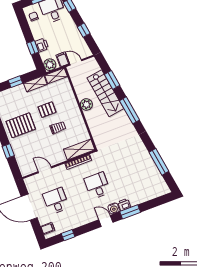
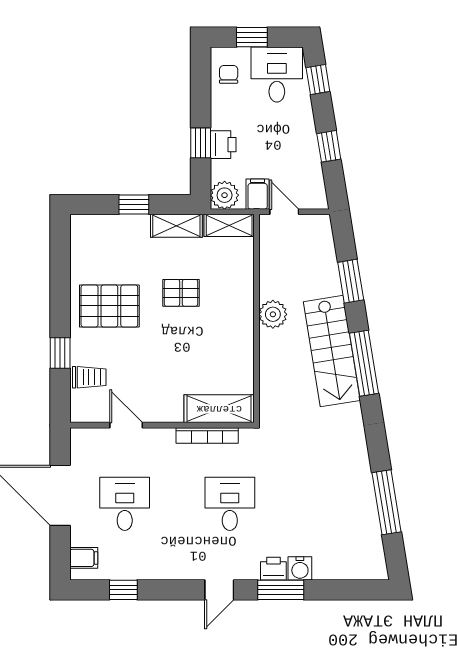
stairs: (105, 93) -> (332, 351), moved
trolley: (58, 128) -> (89, 377), moved
water cooler: (114, 208) -> (300, 568), moved
door: (106, 221) -> (219, 590), swing flipped

